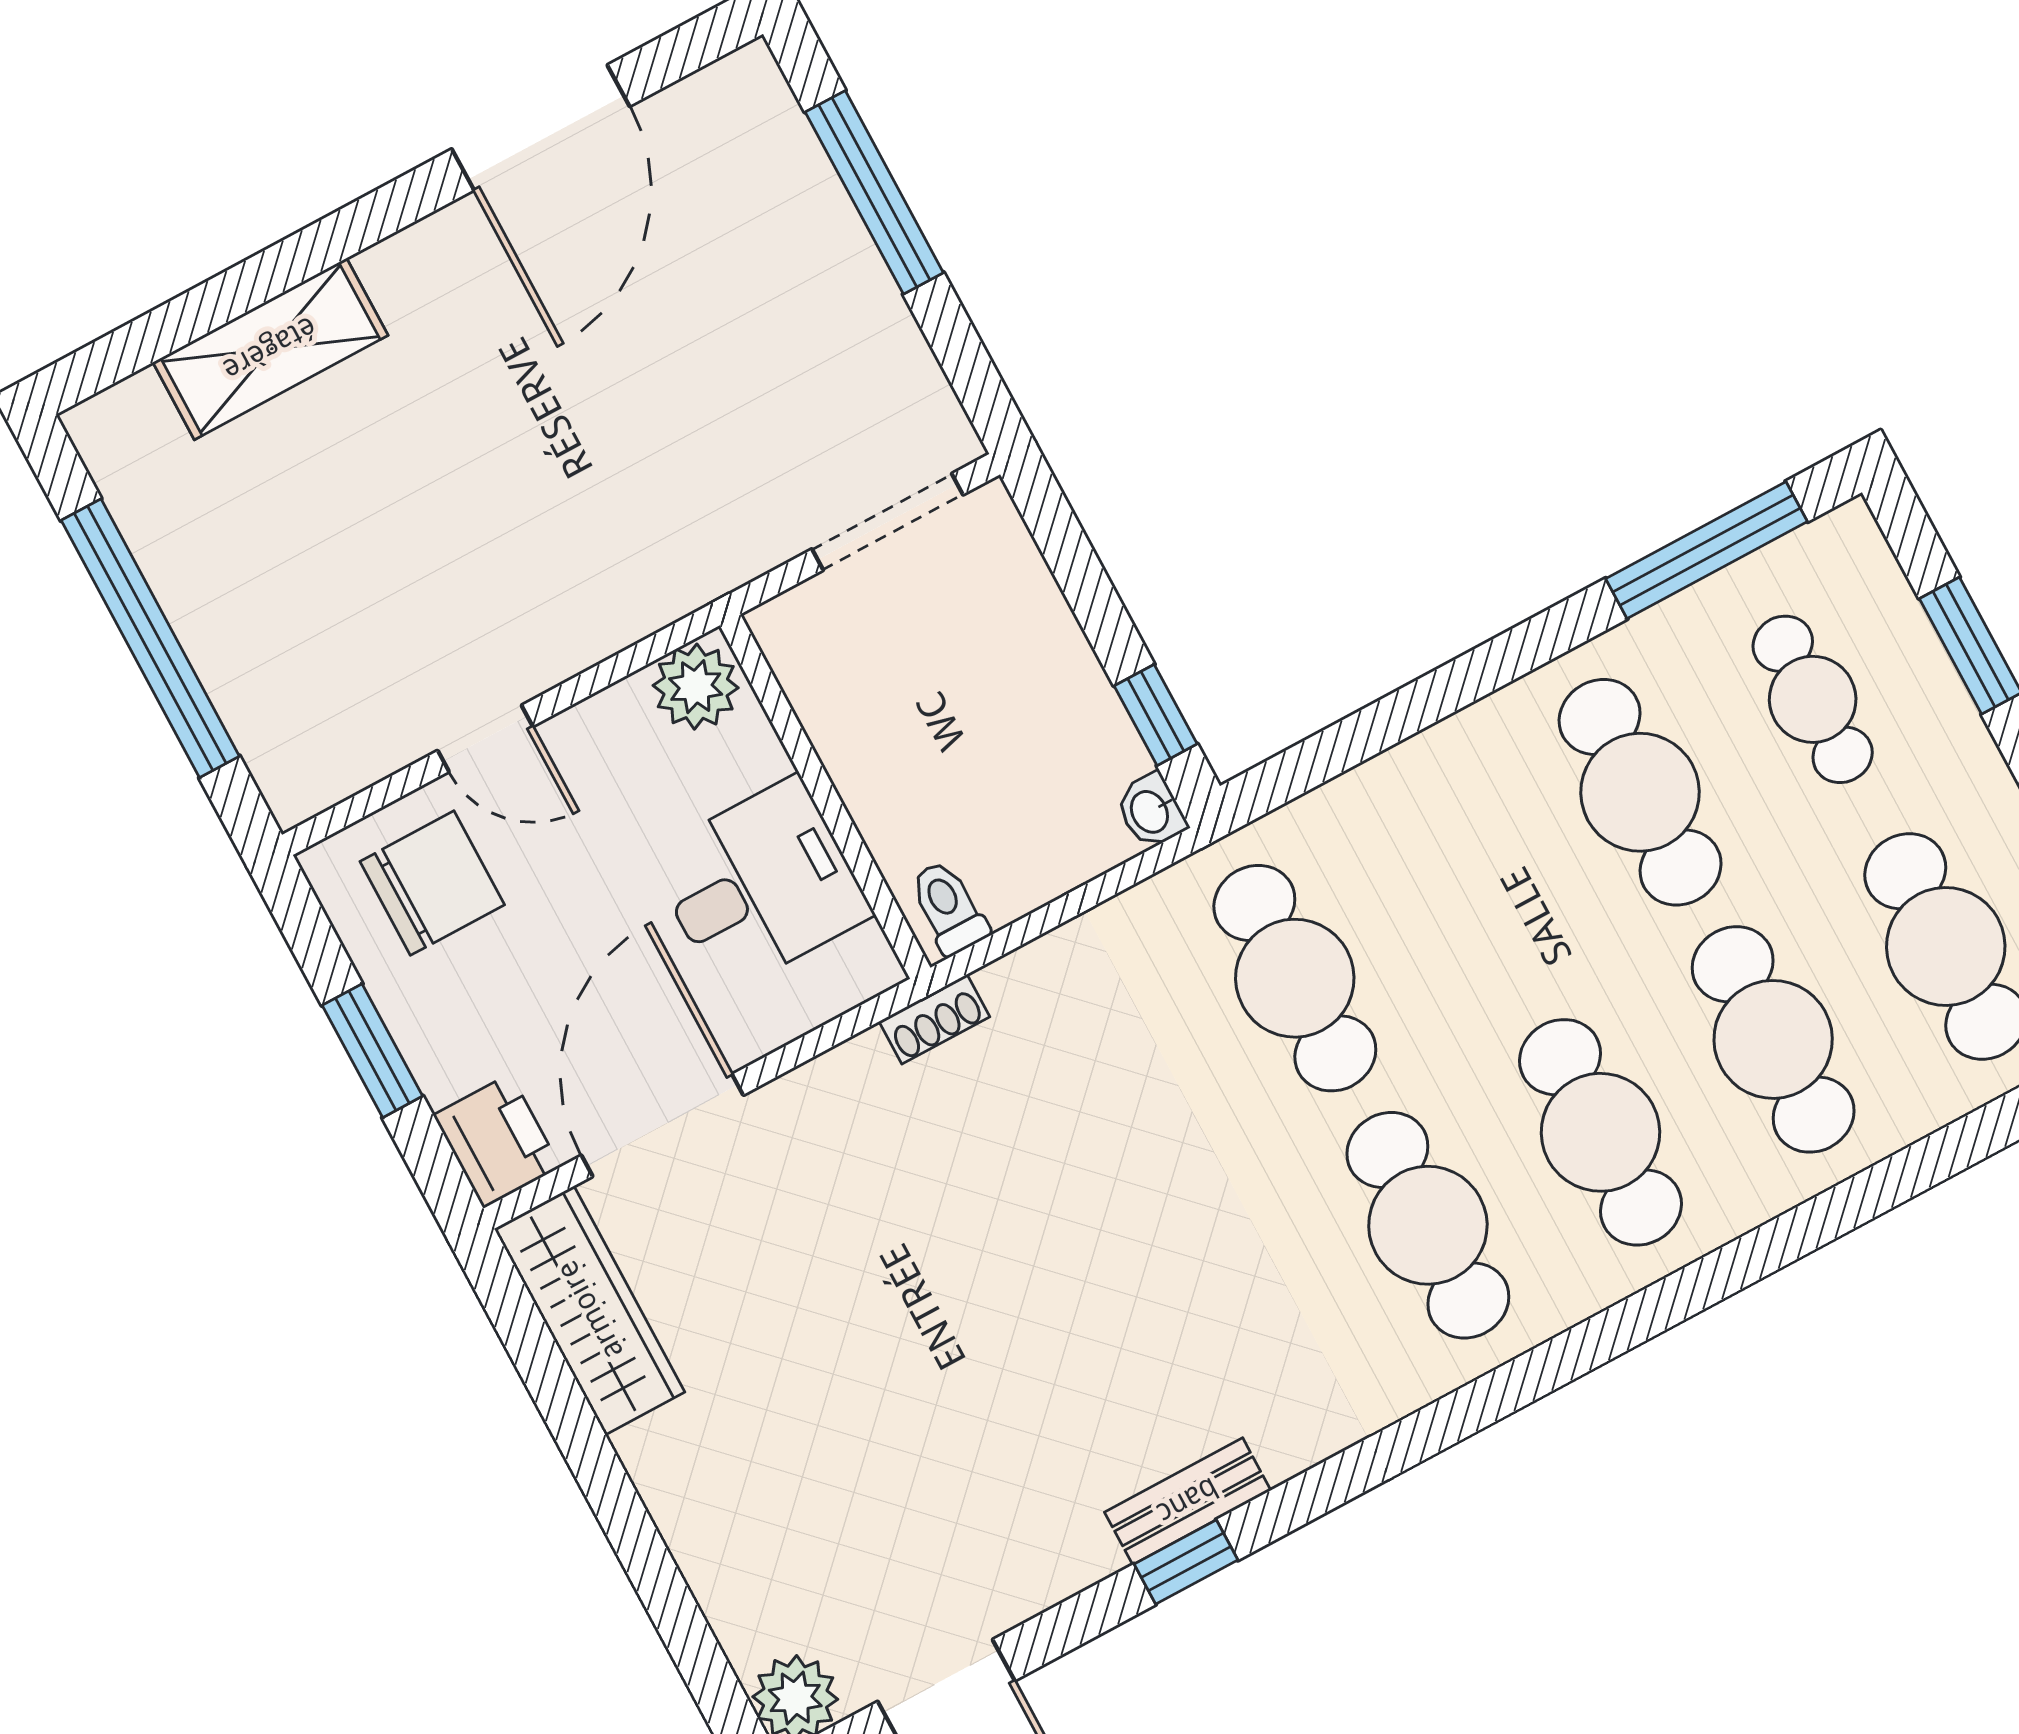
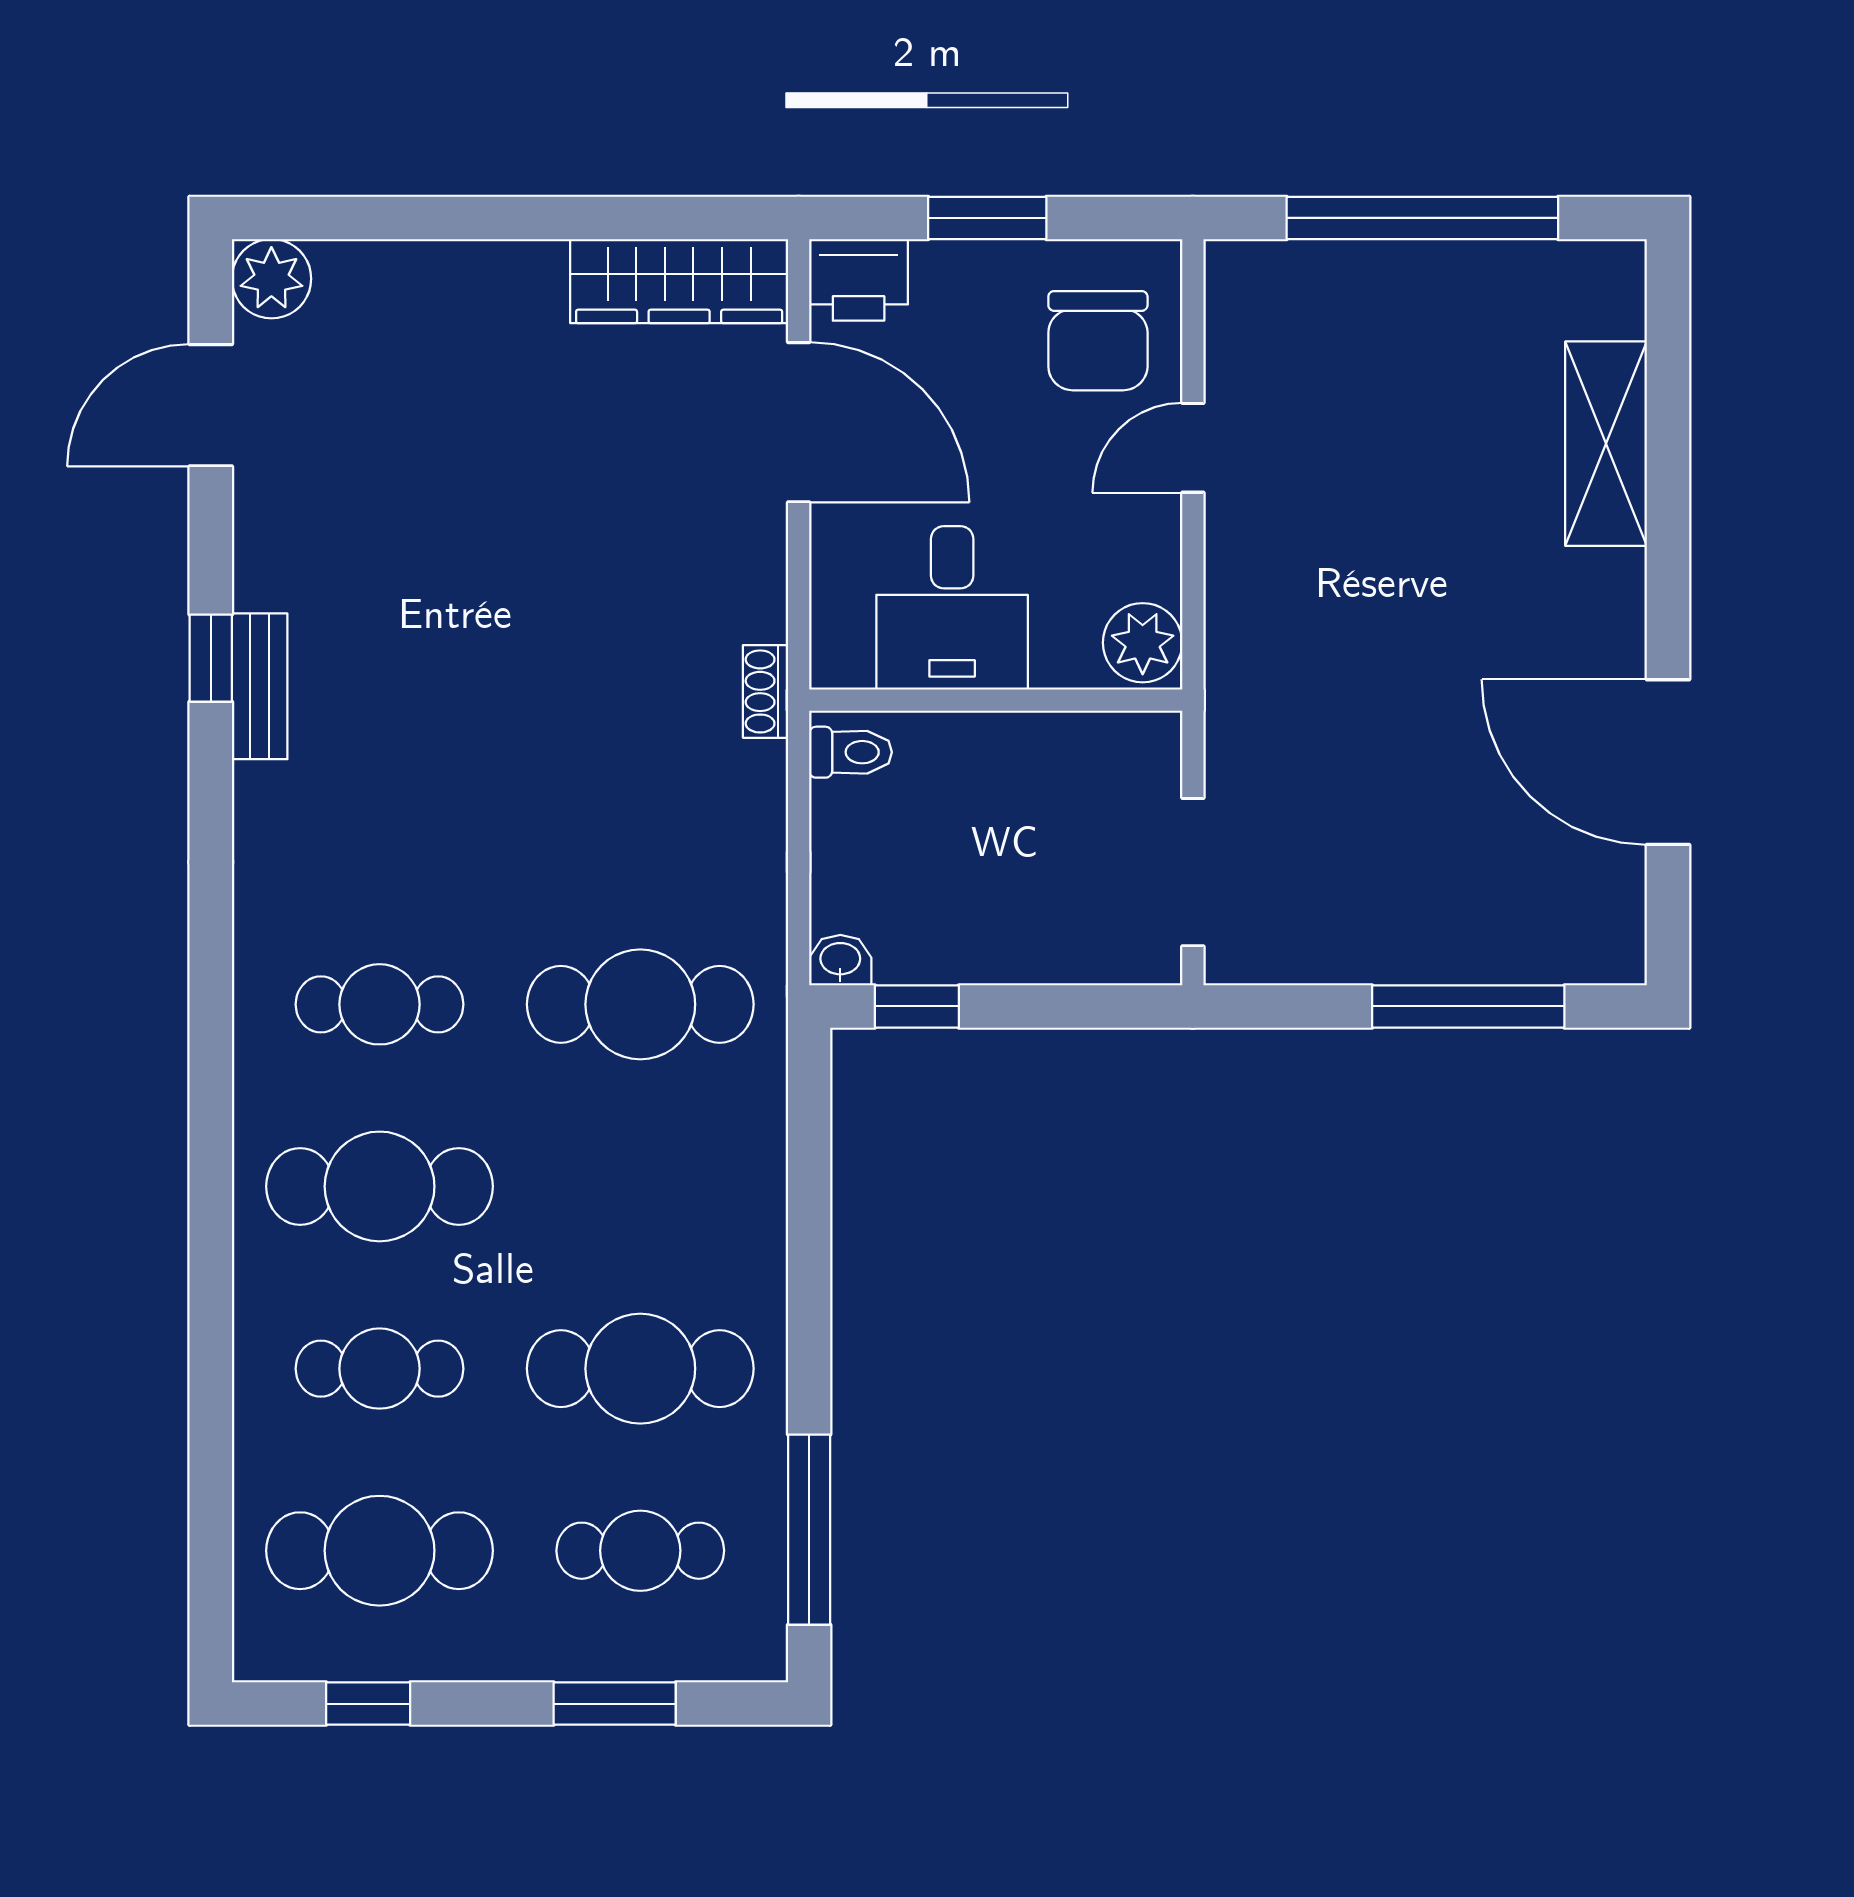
cafe table: (1773, 1039) -> (380, 1369), width x0.73, depth x0.74
cafe table: (1428, 1225) -> (380, 1004), width x0.73, depth x0.74

